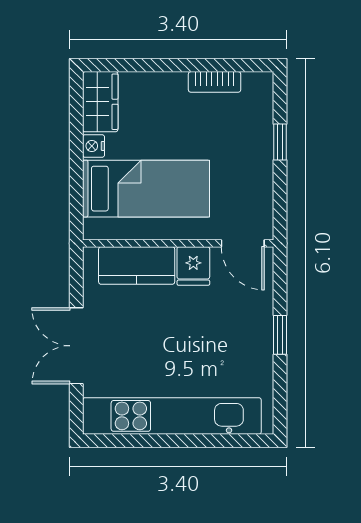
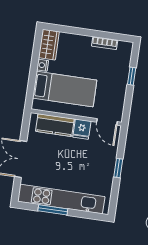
window: (158, 441) -> (53, 210), added

